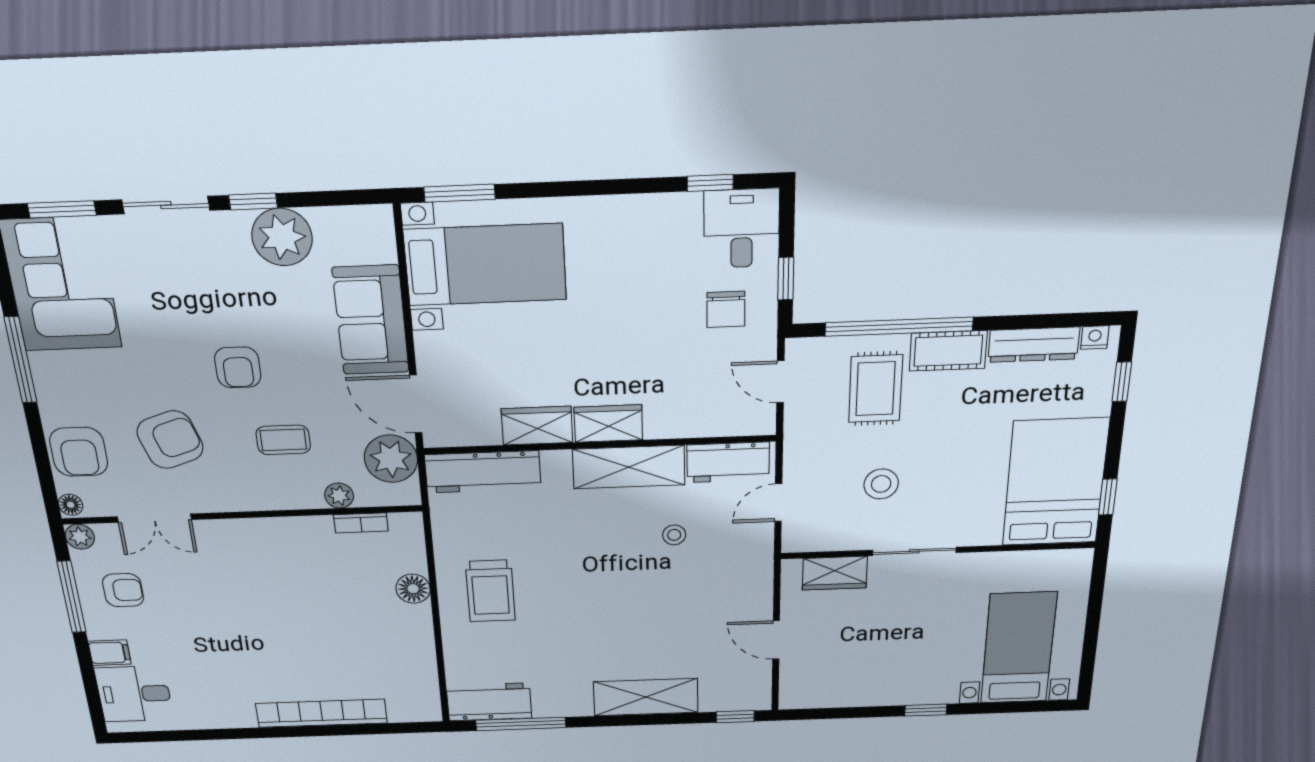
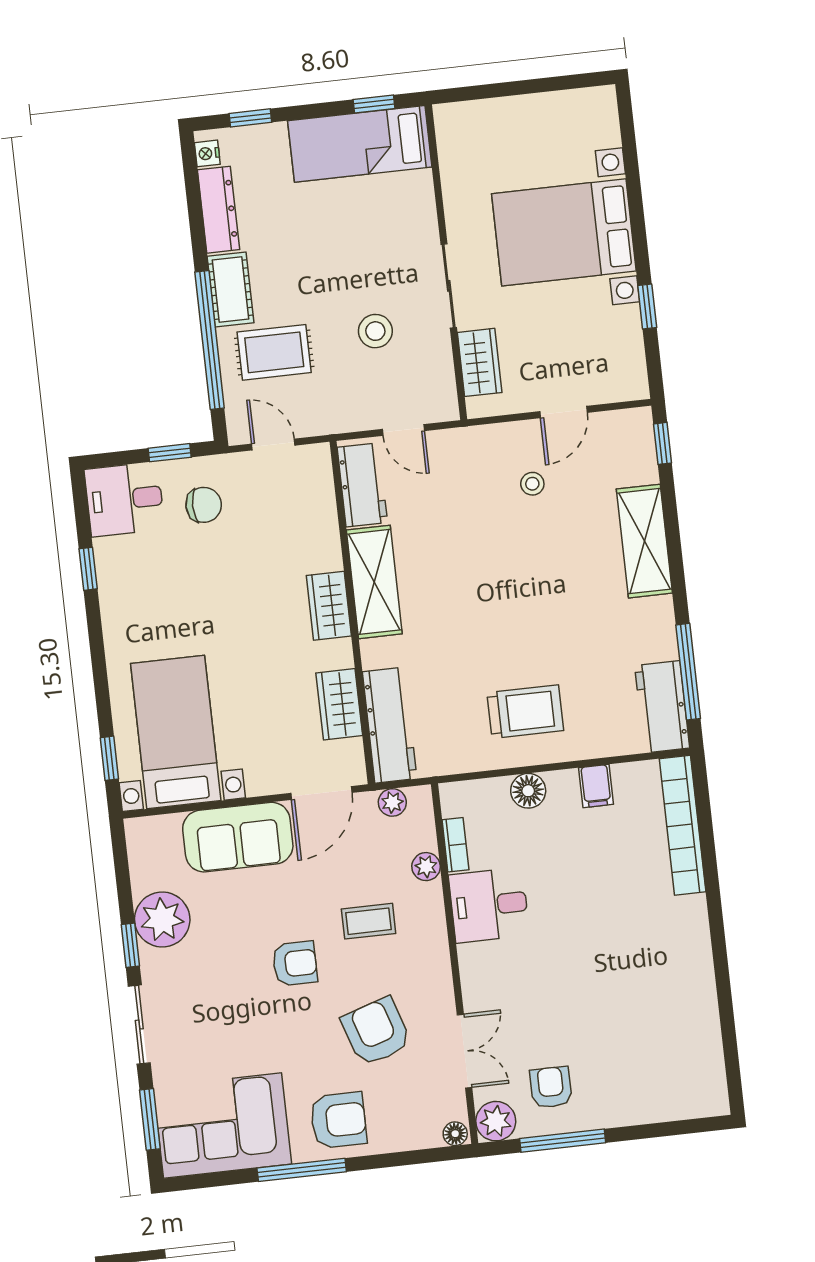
window: (710, 183) -> (88, 569), moved
window: (460, 193) -> (109, 758), width x0.67
door: (780, 382) -> (273, 445), swing flipped
wardrobe: (537, 426) -> (339, 704), moved
coffee table: (283, 440) -> (369, 921), turned 90
armchair: (79, 452) -> (338, 1120), moved
plant: (391, 459) -> (392, 802), width x0.53, depth x0.53
bed: (1055, 482) -> (360, 144), width x0.67
stool: (674, 535) -> (532, 484), moved
plant: (80, 537) -> (496, 1121), width x1.38, depth x1.38
bed with nightstands: (1019, 648) -> (564, 232), moved, width x1.36
filing cabinet: (110, 653) -> (596, 786), moved, turned 180
desk: (134, 694) -> (489, 905), moved, turned 90
window: (926, 710) -> (647, 306), moved
bookcase: (322, 713) -> (683, 825), moved

